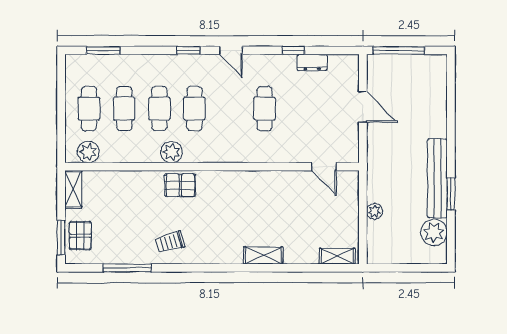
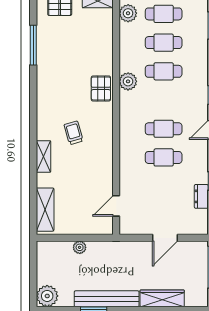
cafe table: (194, 109) -> (164, 129), moved
wardrobe: (437, 110) -> (162, 298), added
plant: (434, 232) -> (47, 296), moved
trolley: (170, 242) -> (74, 133), moved
shelving: (337, 256) -> (45, 210), width x1.50, depth x1.33

